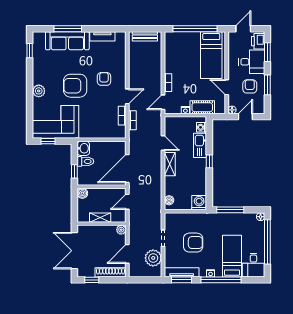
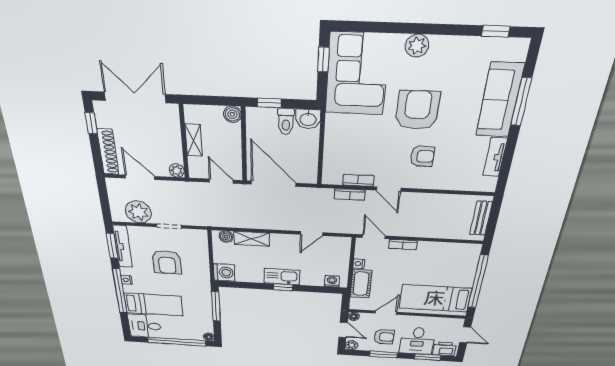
plant: (260, 109) -> (352, 345), added
kitchen sink: (200, 145) -> (282, 277), moved
shelving: (170, 164) -> (252, 239), moved

